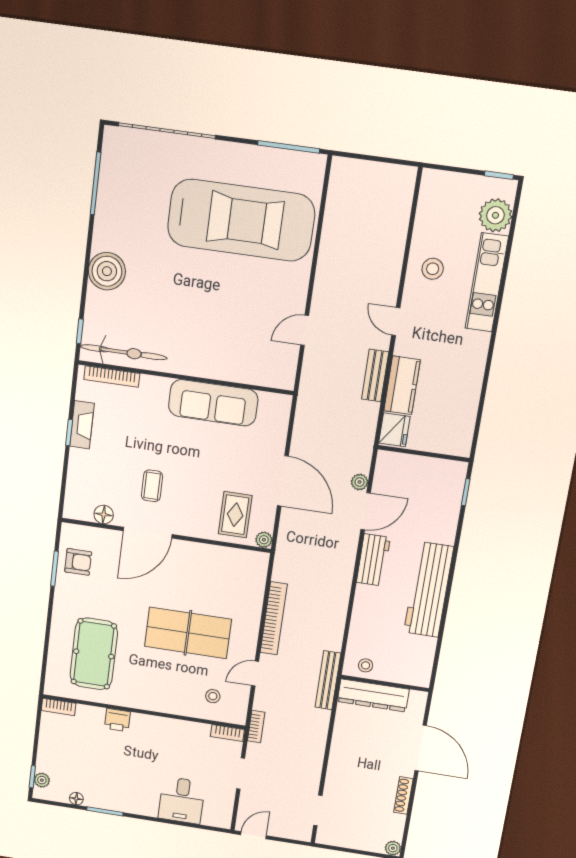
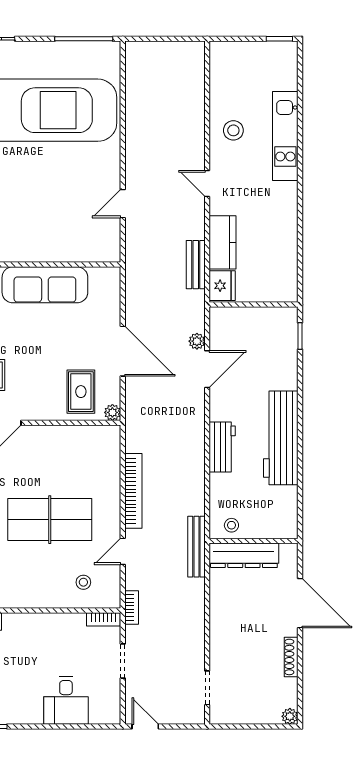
plant: (495, 215) -> (283, 75), removed
bench: (375, 375) -> (196, 265), moved
workbench: (373, 560) -> (222, 447), moved
door: (254, 835) -> (145, 727), hinge flipped

